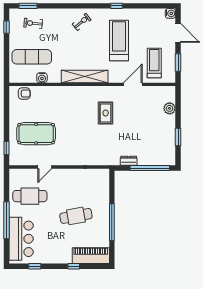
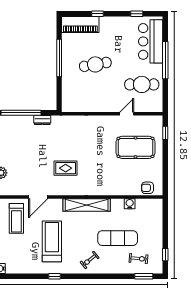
treadmill: (119, 40) -> (52, 241), turned 180
exercise mat: (32, 57) -> (118, 238), moved
rug: (106, 113) -> (66, 168), turned 90

